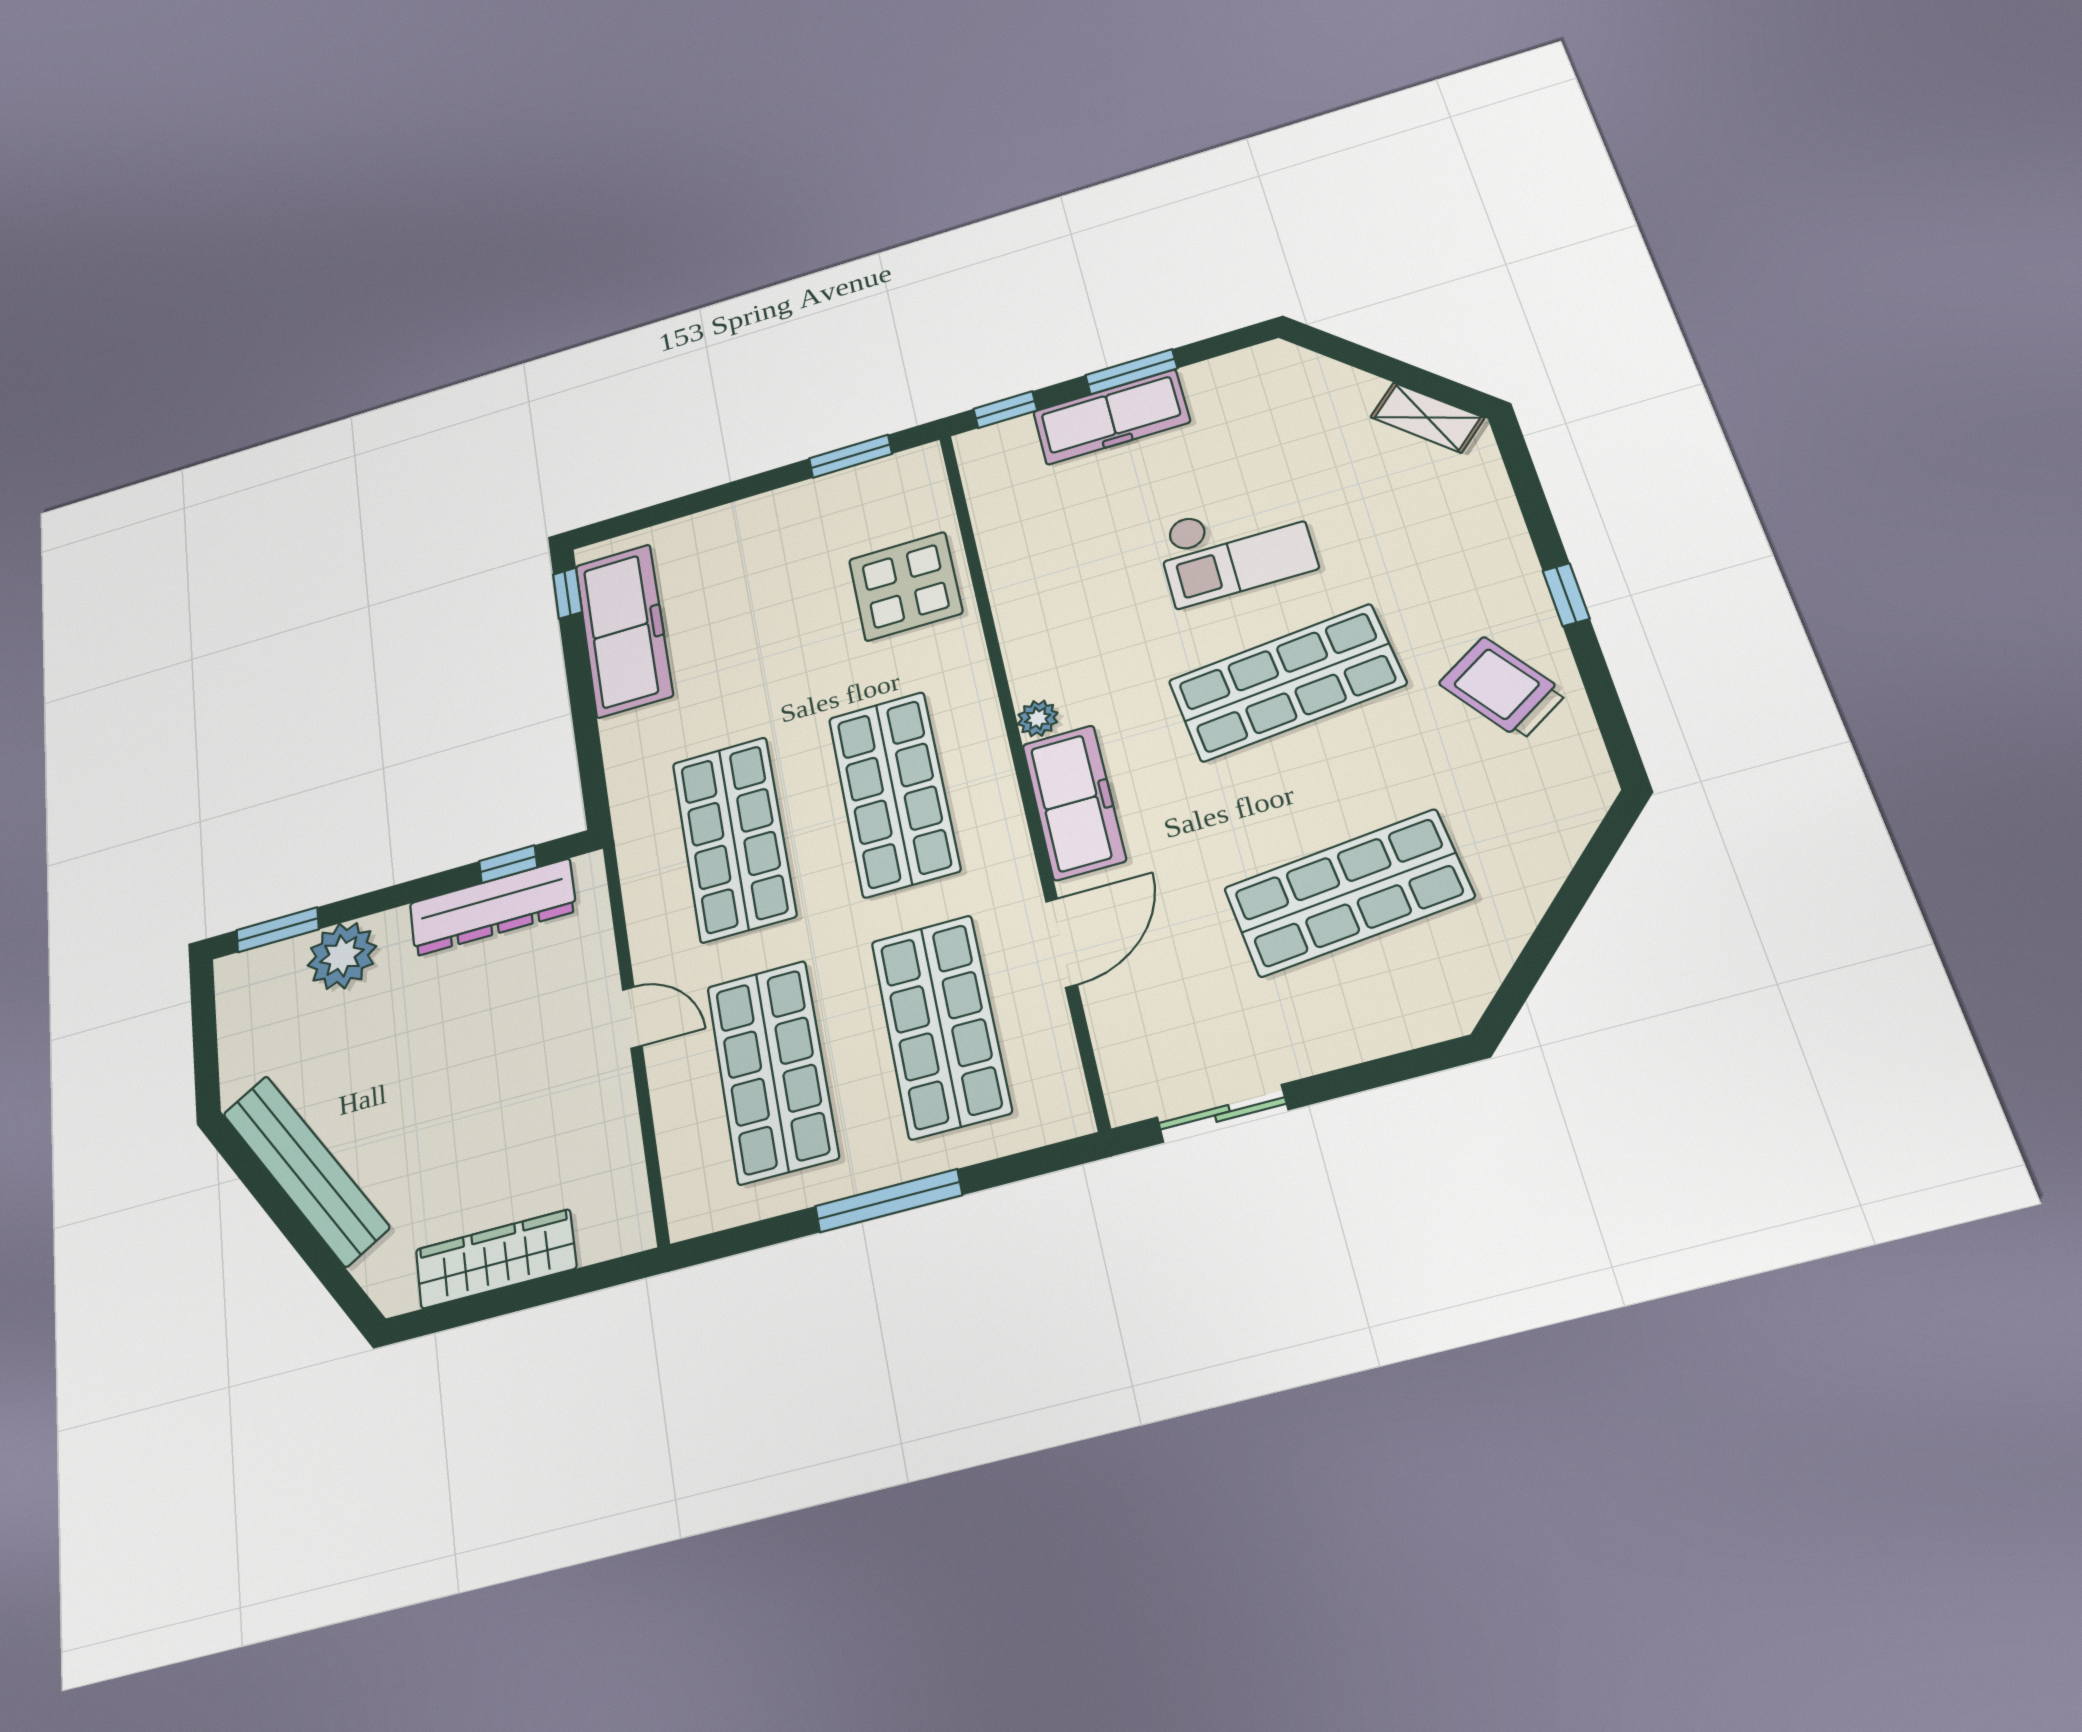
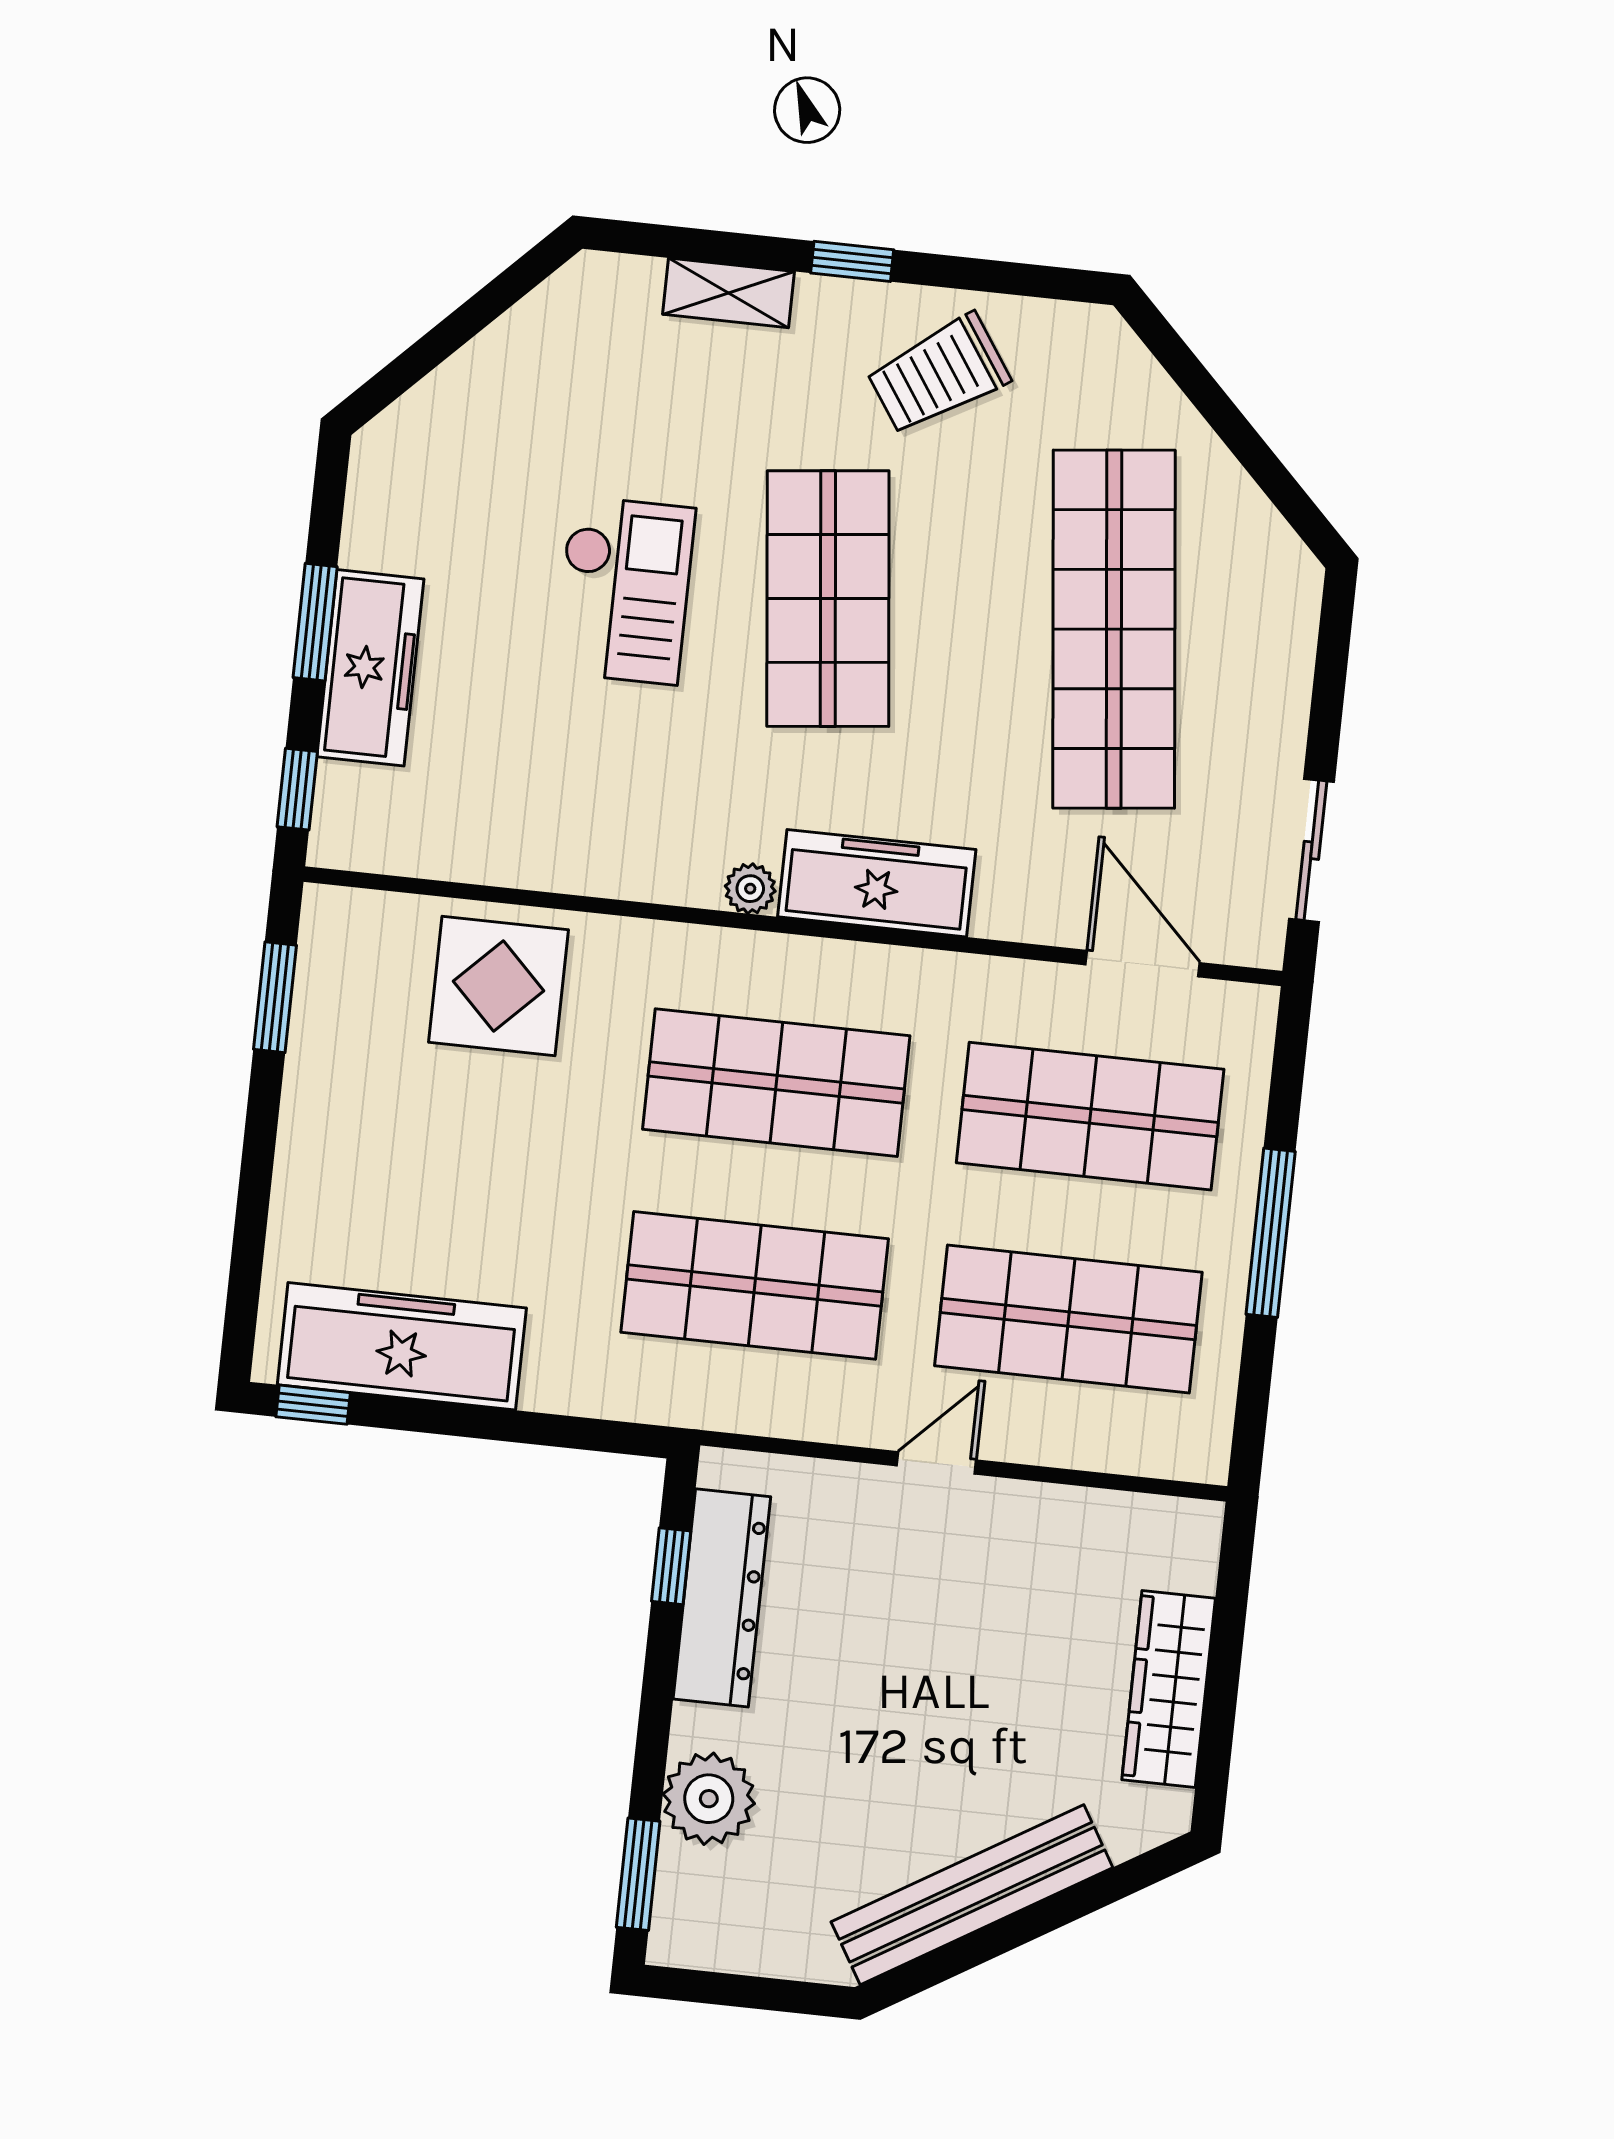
shelving: (1427, 417) -> (729, 293), moved, turned 45
shop shelf: (1348, 893) -> (1114, 629), width x1.40
door: (1061, 943) -> (1143, 964), moved

